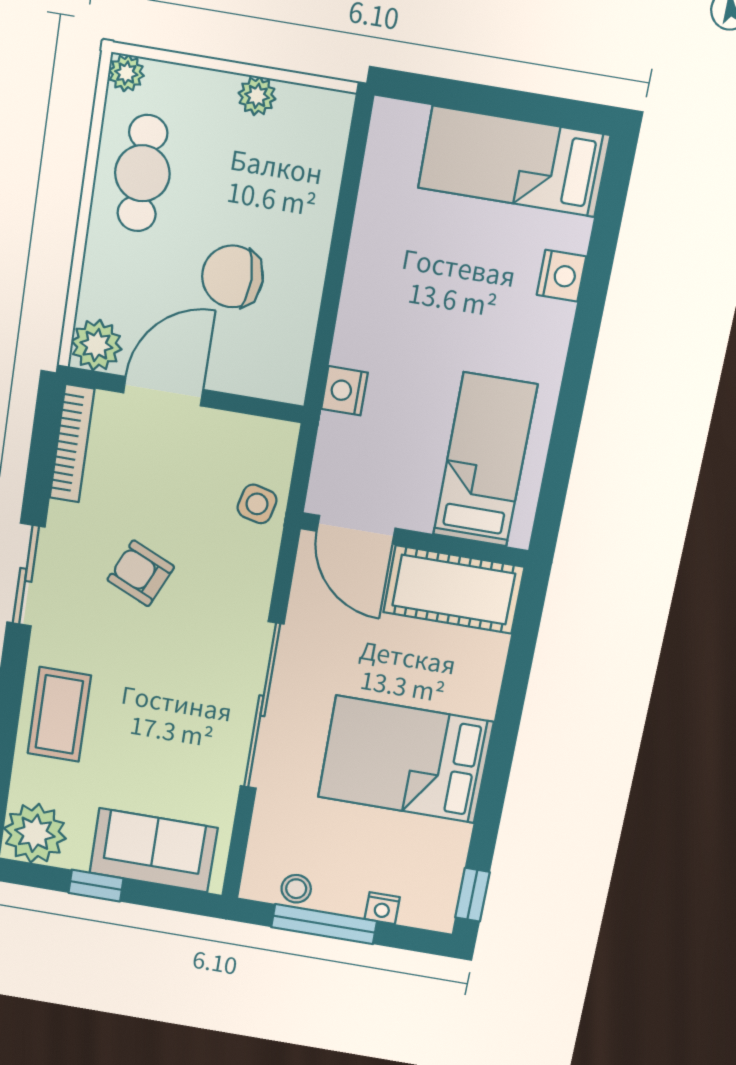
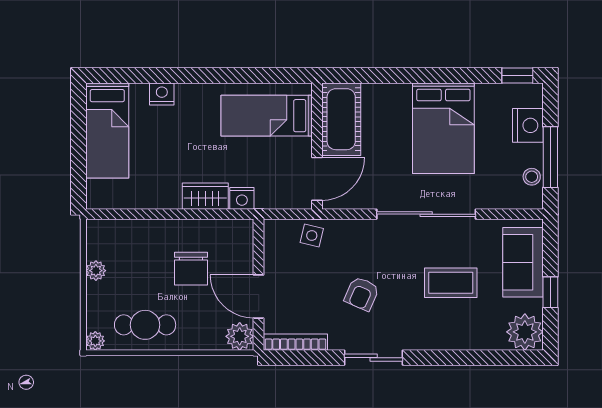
wardrobe: (360, 325) -> (205, 196), added
coffee table: (59, 714) -> (451, 283), moved
nightstand: (382, 908) -> (528, 125), width x1.89, depth x1.79

